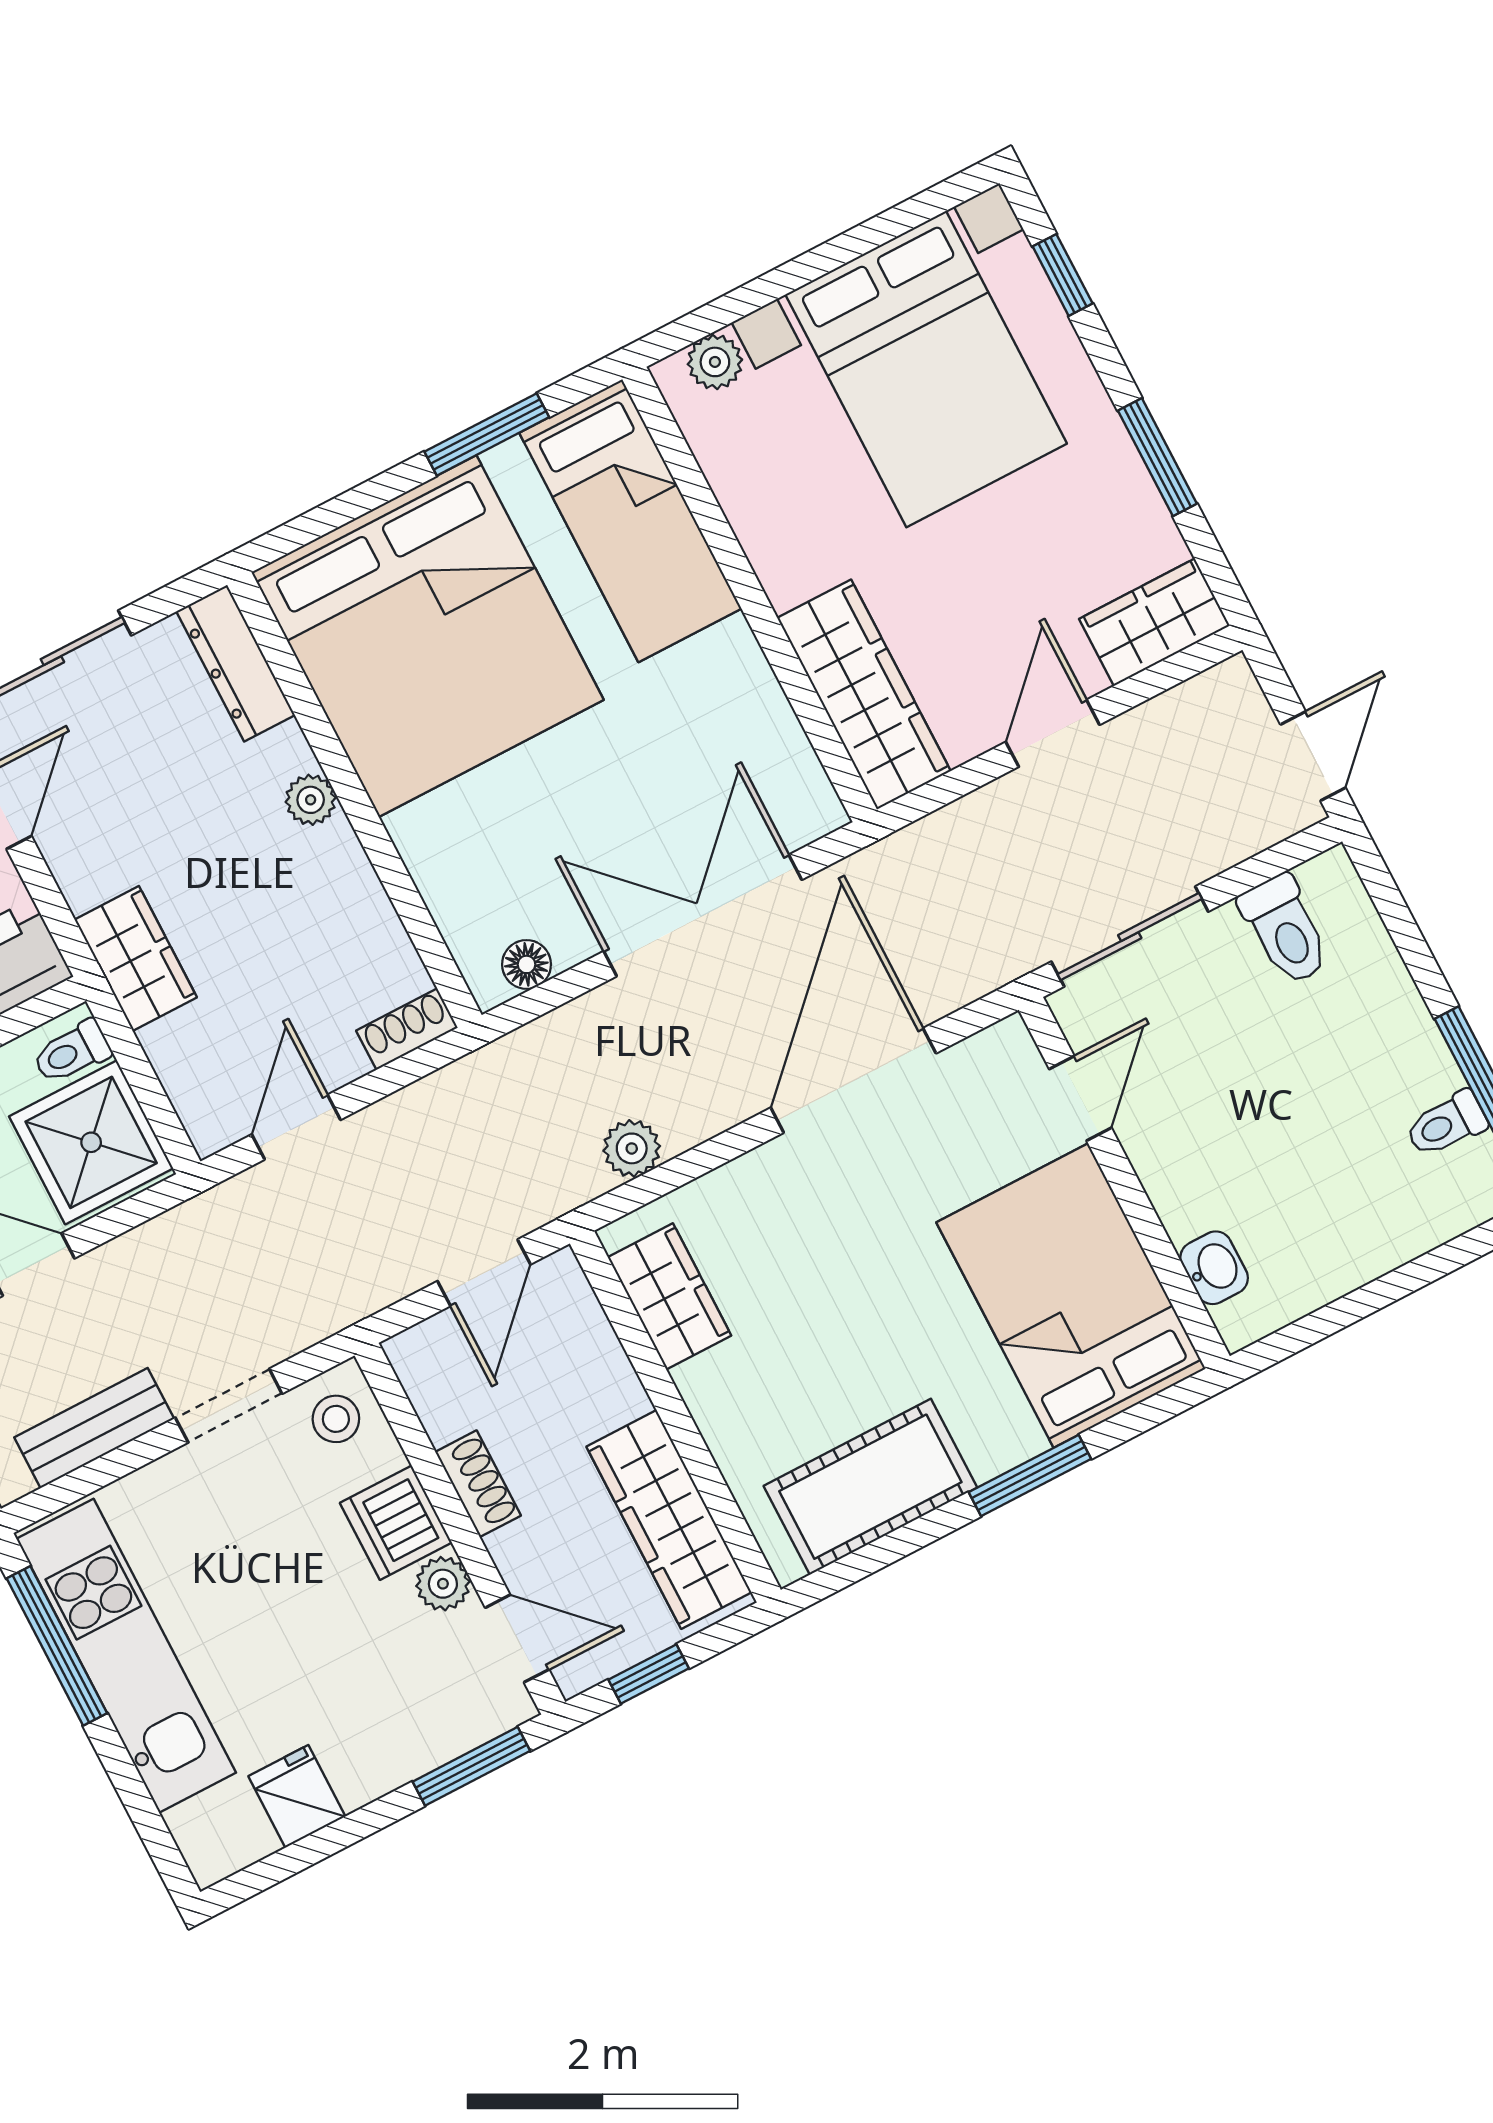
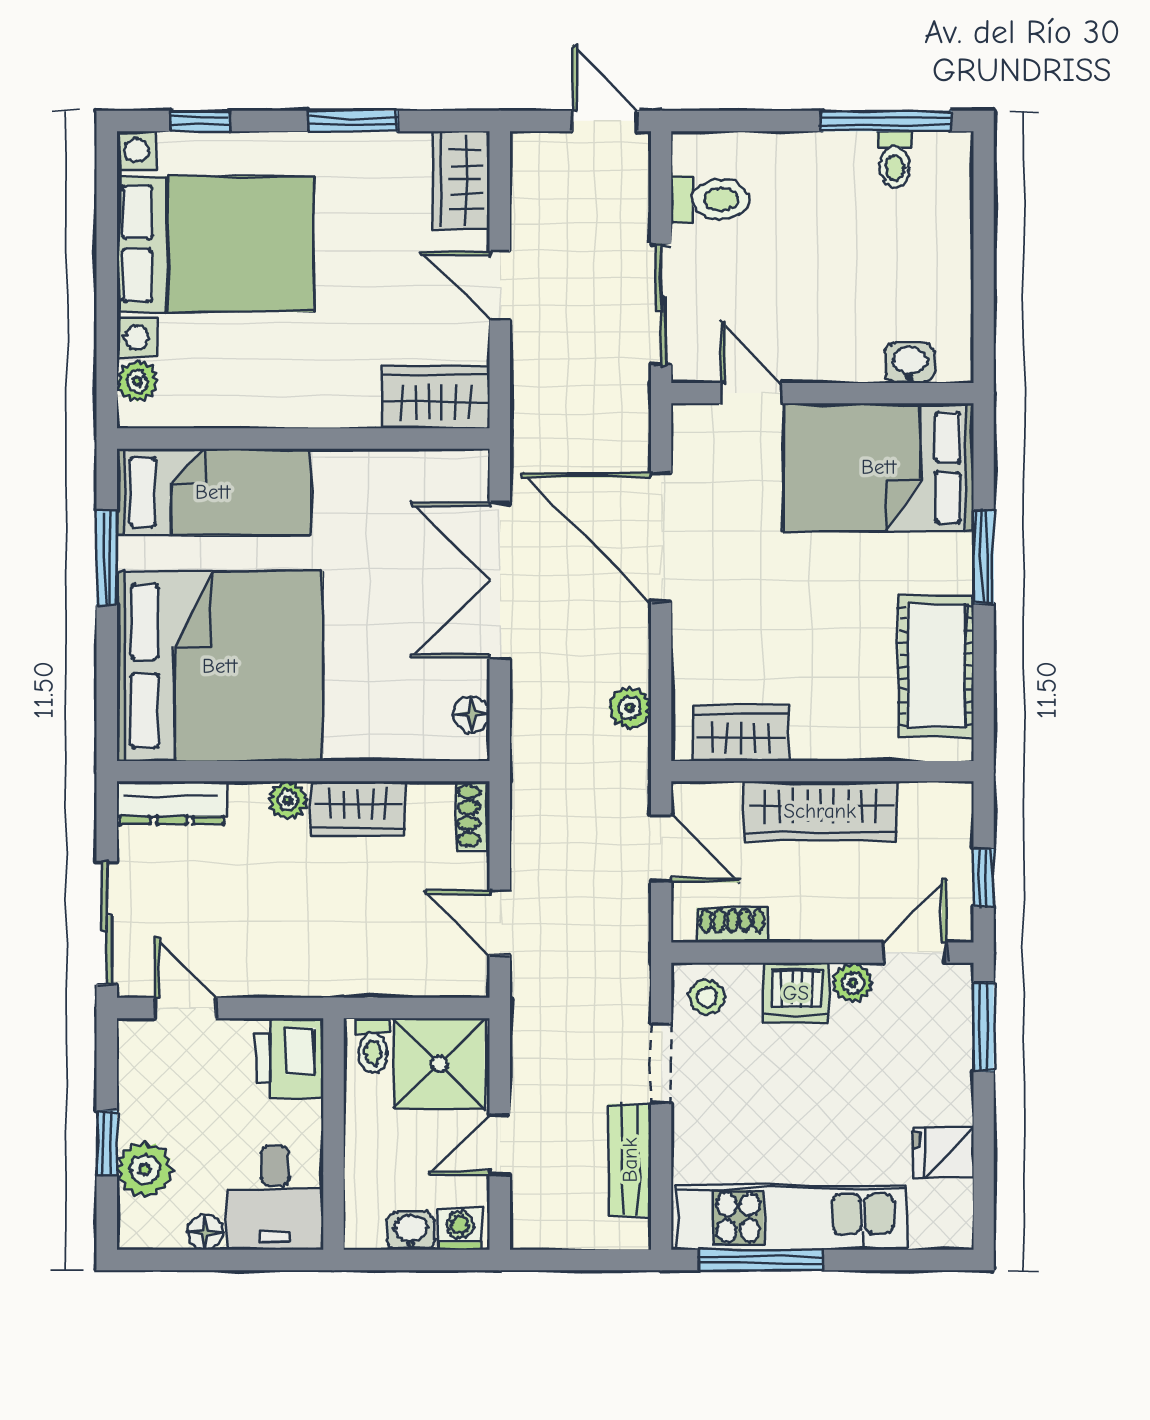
wardrobe: (864, 694) -> (436, 397), width x0.67
wardrobe: (136, 958) -> (358, 808), moved, turned 180
shoe rack: (478, 1484) -> (732, 925), moved
wardrobe: (669, 1519) -> (820, 811), moved

